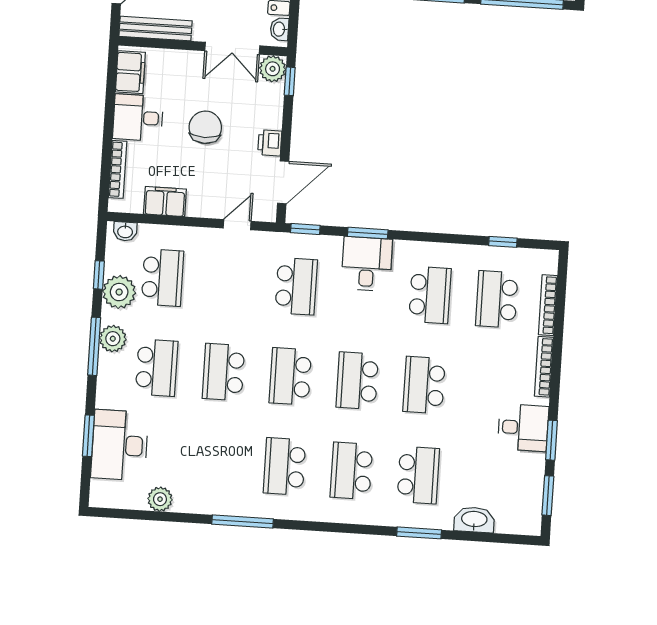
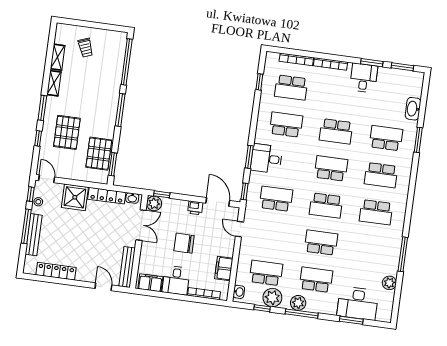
school desk: (223, 372) -> (321, 243), turned 180
school desk: (357, 381) -> (331, 168), turned 180
window: (243, 522) -> (403, 254), moved

